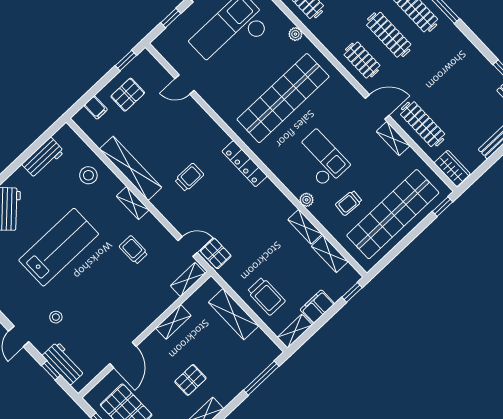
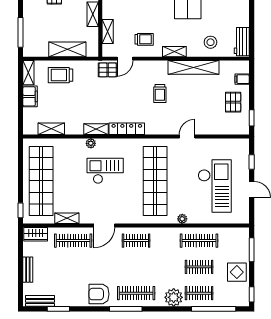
clothes rail: (389, 35) -> (136, 267), removed
armchair: (452, 46) -> (99, 294), added
door: (184, 85) -> (187, 136), moved
shelving: (393, 139) -> (67, 218), moved
workbench: (43, 158) -> (242, 42), moved
checkout: (321, 159) -> (105, 171), turned 180
locker: (245, 164) -> (127, 129), moved
trolley: (349, 203) -> (68, 164), removed
shelving: (305, 227) -> (96, 129), moved
trolley: (133, 250) -> (144, 39), moved
shelving: (188, 280) -> (108, 32), moved
window: (352, 292) -> (21, 121), removed

